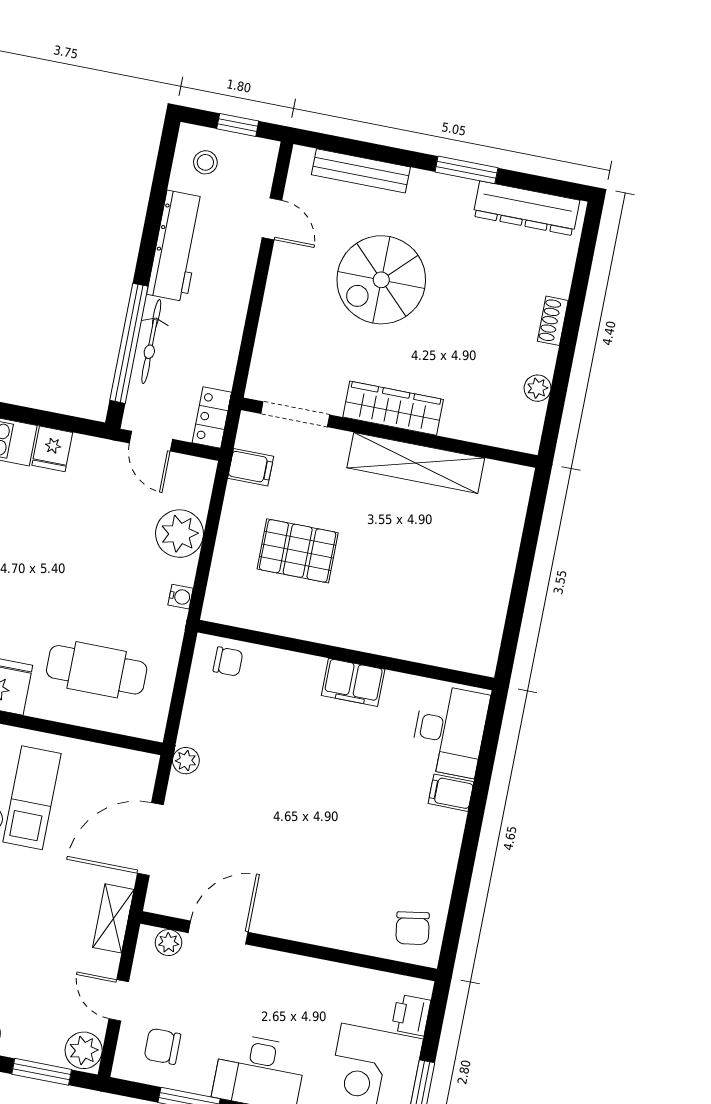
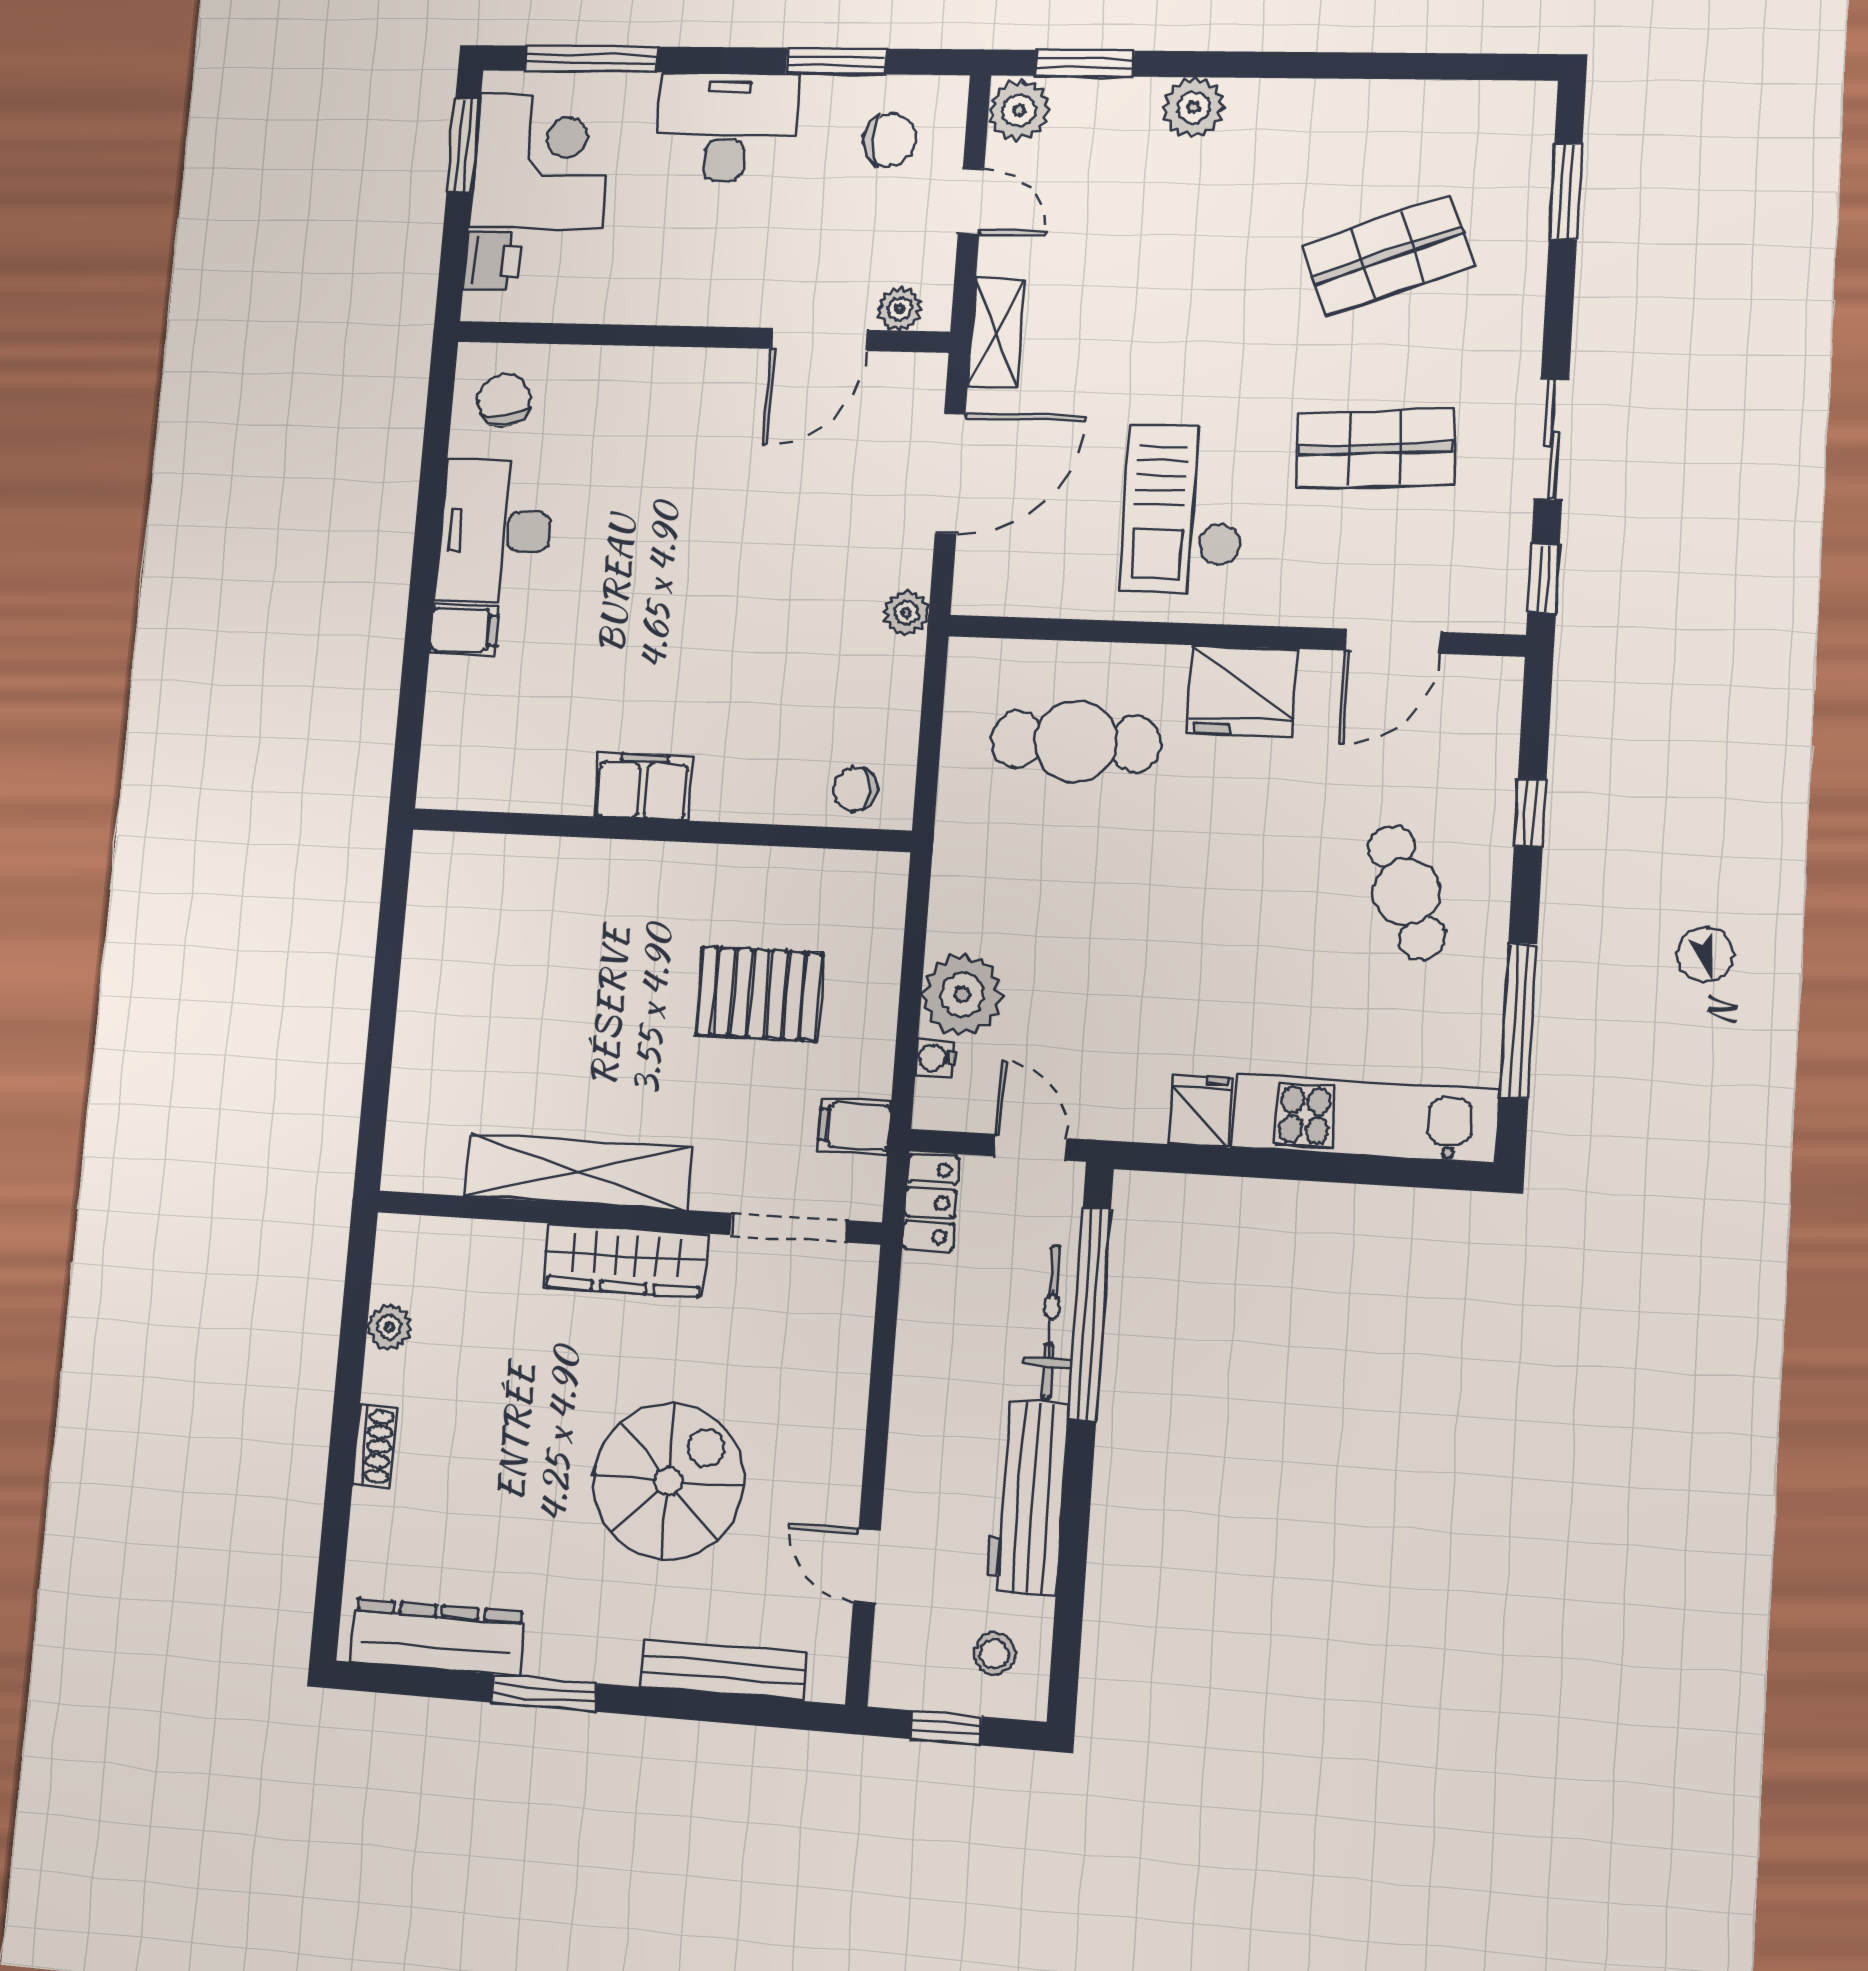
water cooler: (181, 597) -> (935, 1058), moved
desk: (449, 731) -> (495, 531), moved

